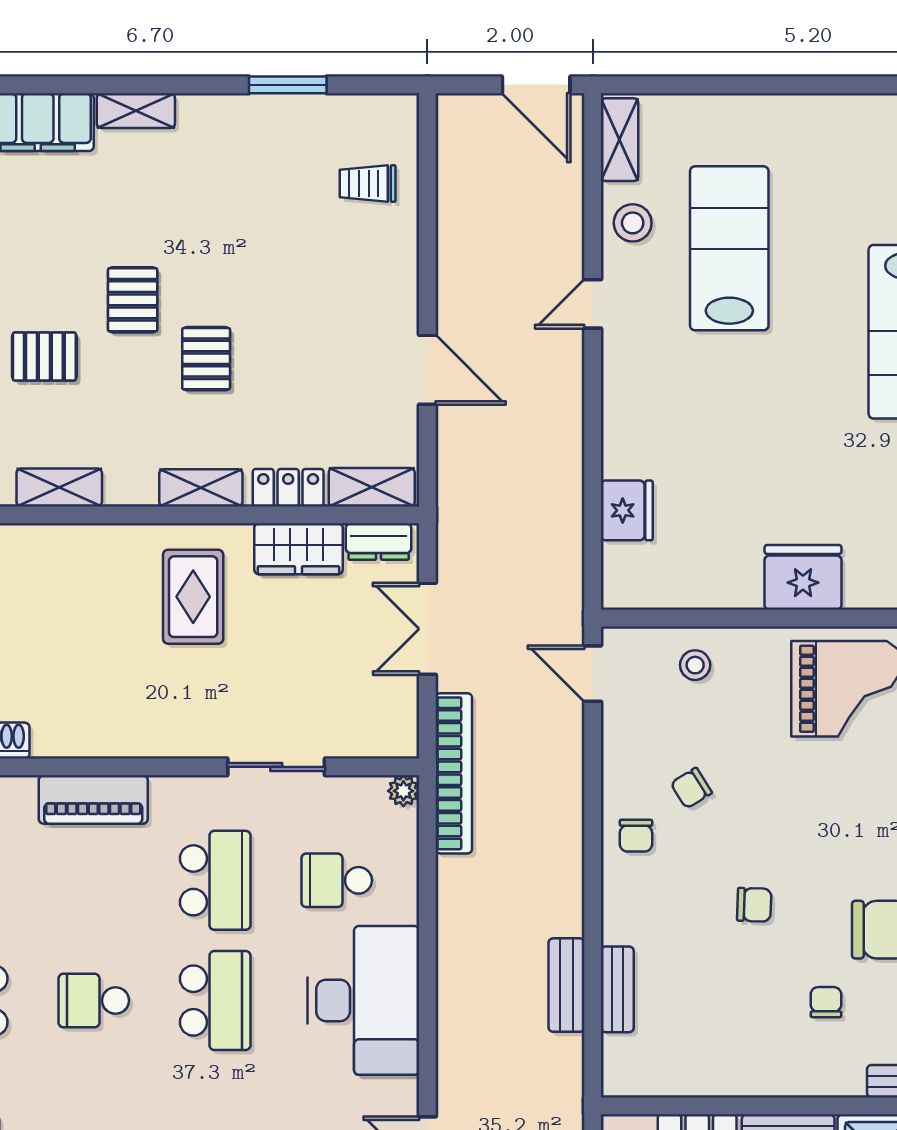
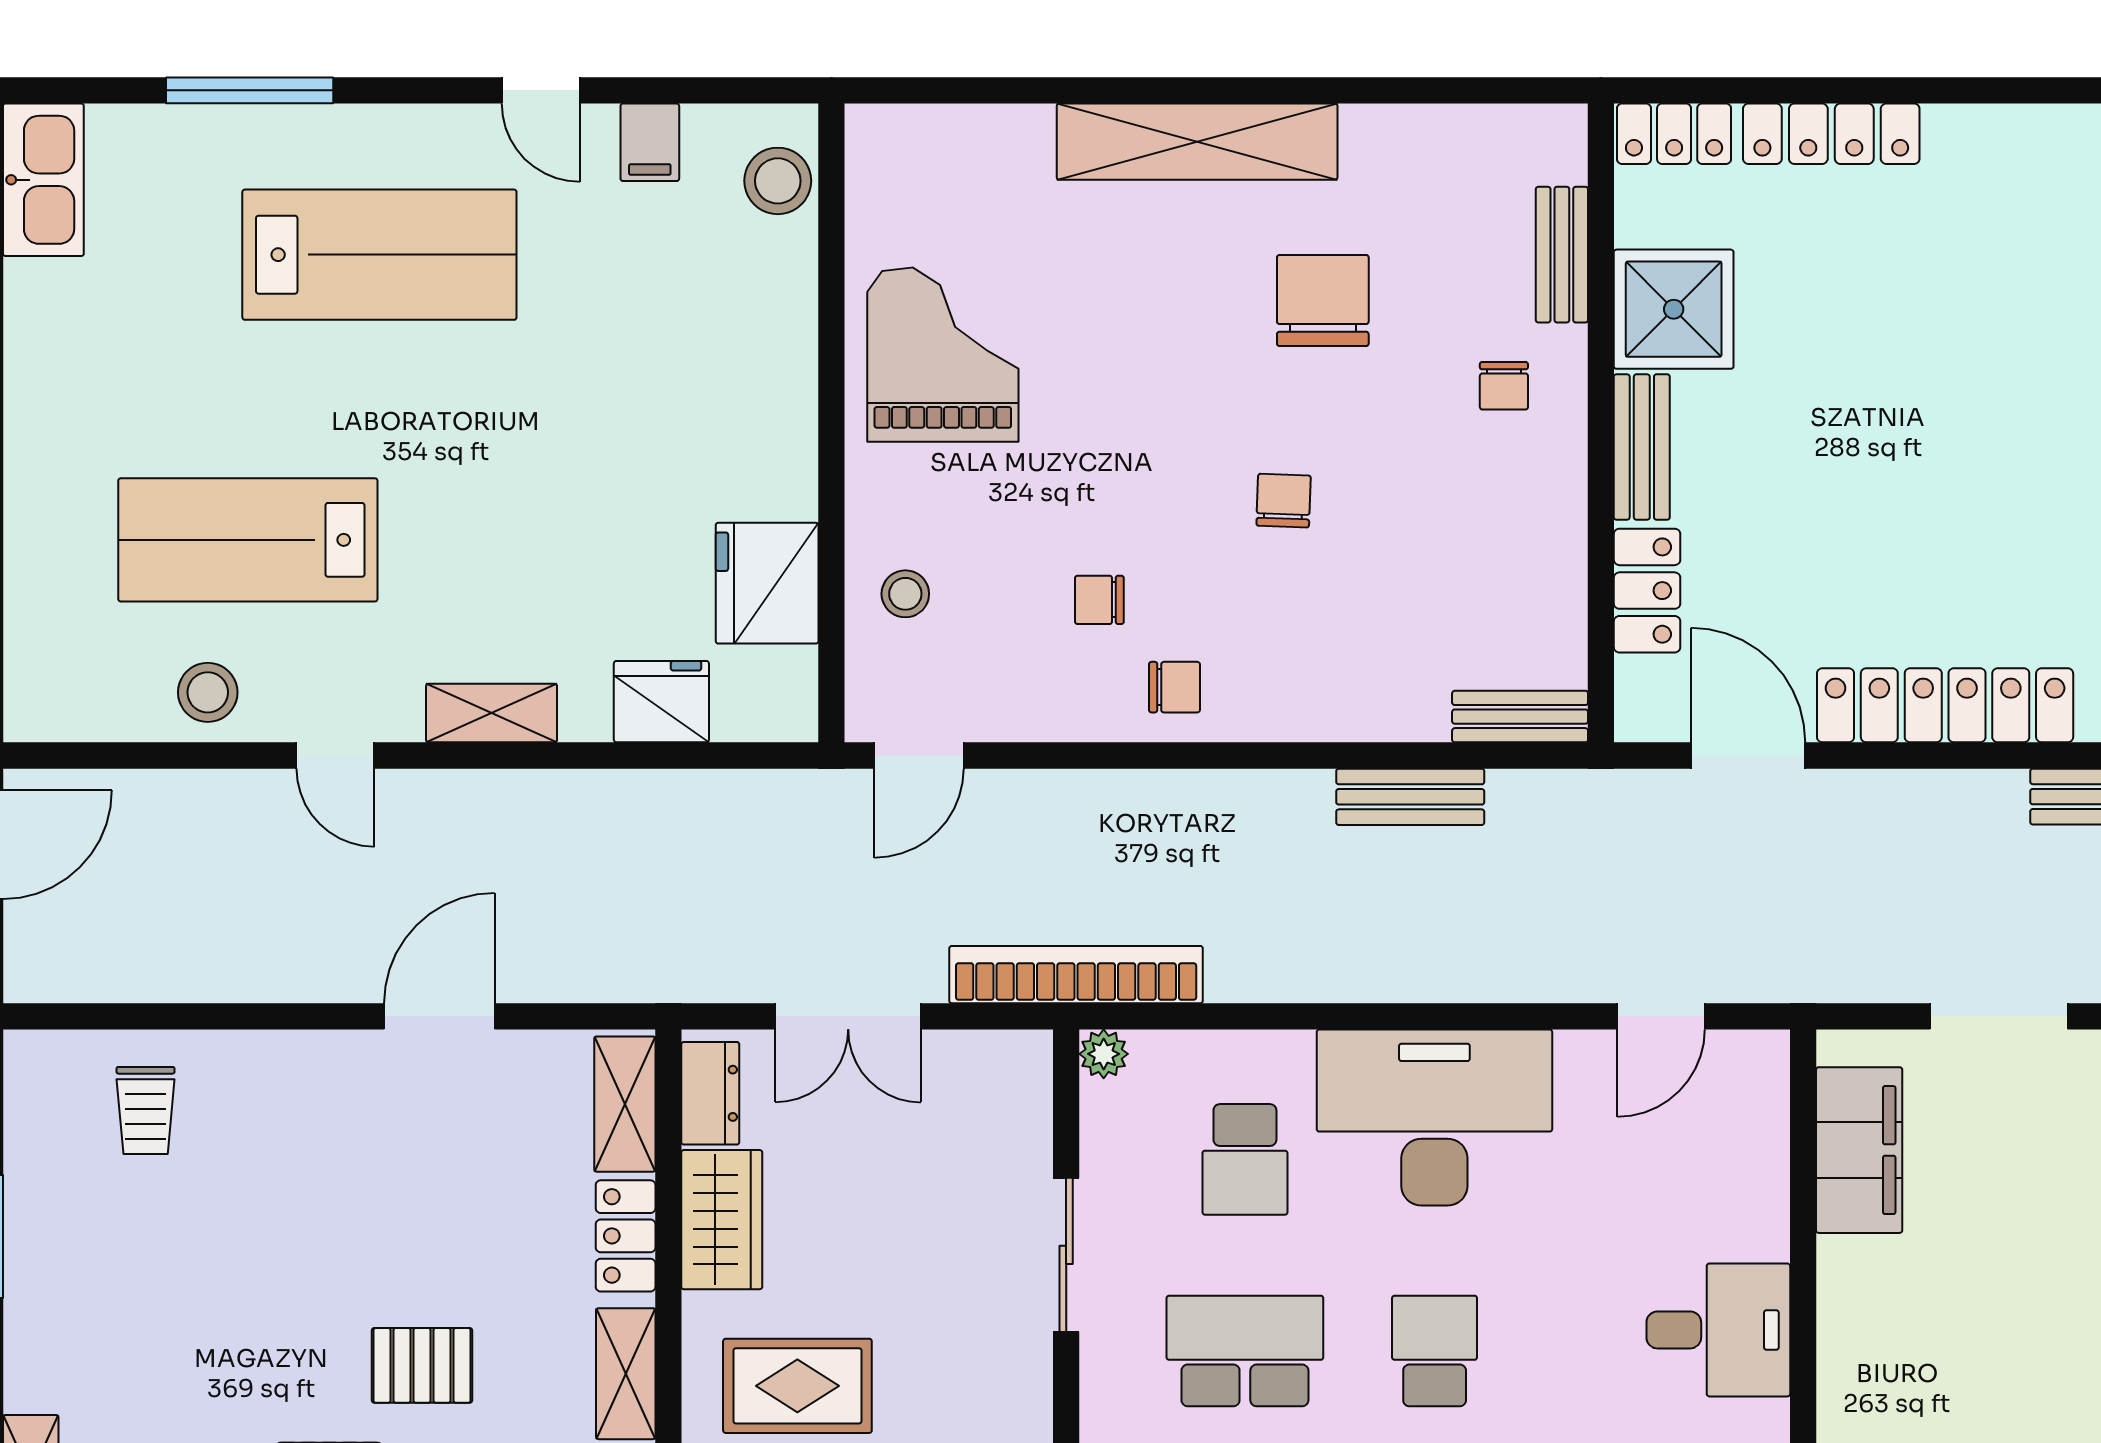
shelving: (620, 140) -> (492, 713), moved
fridge: (803, 577) -> (767, 583), moved
chair: (691, 788) -> (1099, 600), turned 122
bench: (617, 989) -> (1520, 717), moved
school desk: (215, 1001) -> (1435, 1351), width x0.54
chair: (826, 1002) -> (1504, 386), moved, turned -90

